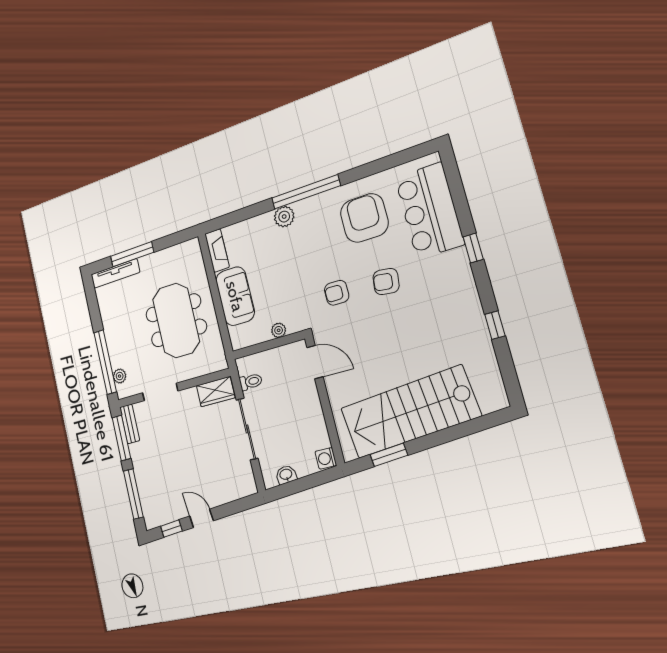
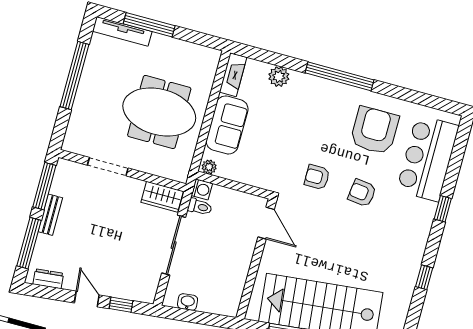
plant: (284, 217) -> (279, 77), moved
meeting table: (176, 320) -> (159, 112), turned 90
plant: (279, 330) -> (209, 167), moved
window: (105, 362) -> (74, 76), moved
plant: (120, 376) -> (74, 129), removed
bench: (130, 424) -> (50, 215), moved
washing machine: (326, 458) -> (202, 189), moved, turned 180
dresser: (163, 517) -> (48, 279), added
window: (171, 529) -> (121, 305), moved

